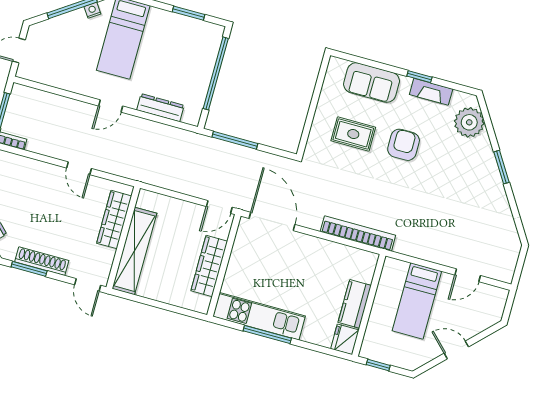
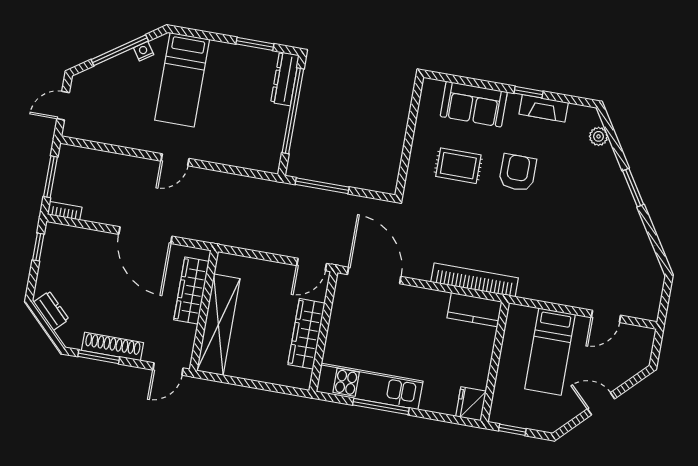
dresser: (160, 108) -> (285, 79), moved, turned -90
plant: (469, 122) -> (599, 136), width x0.53, depth x0.53
door: (79, 168) -> (145, 235), width x1.87
door: (88, 285) -> (168, 369), hinge flipped
kitchen counter: (355, 304) -> (475, 310), moved, turned -90

